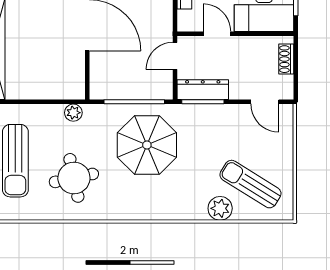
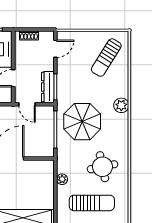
plant: (73, 113) -> (62, 179), moved
plant: (220, 208) -> (121, 105), moved

